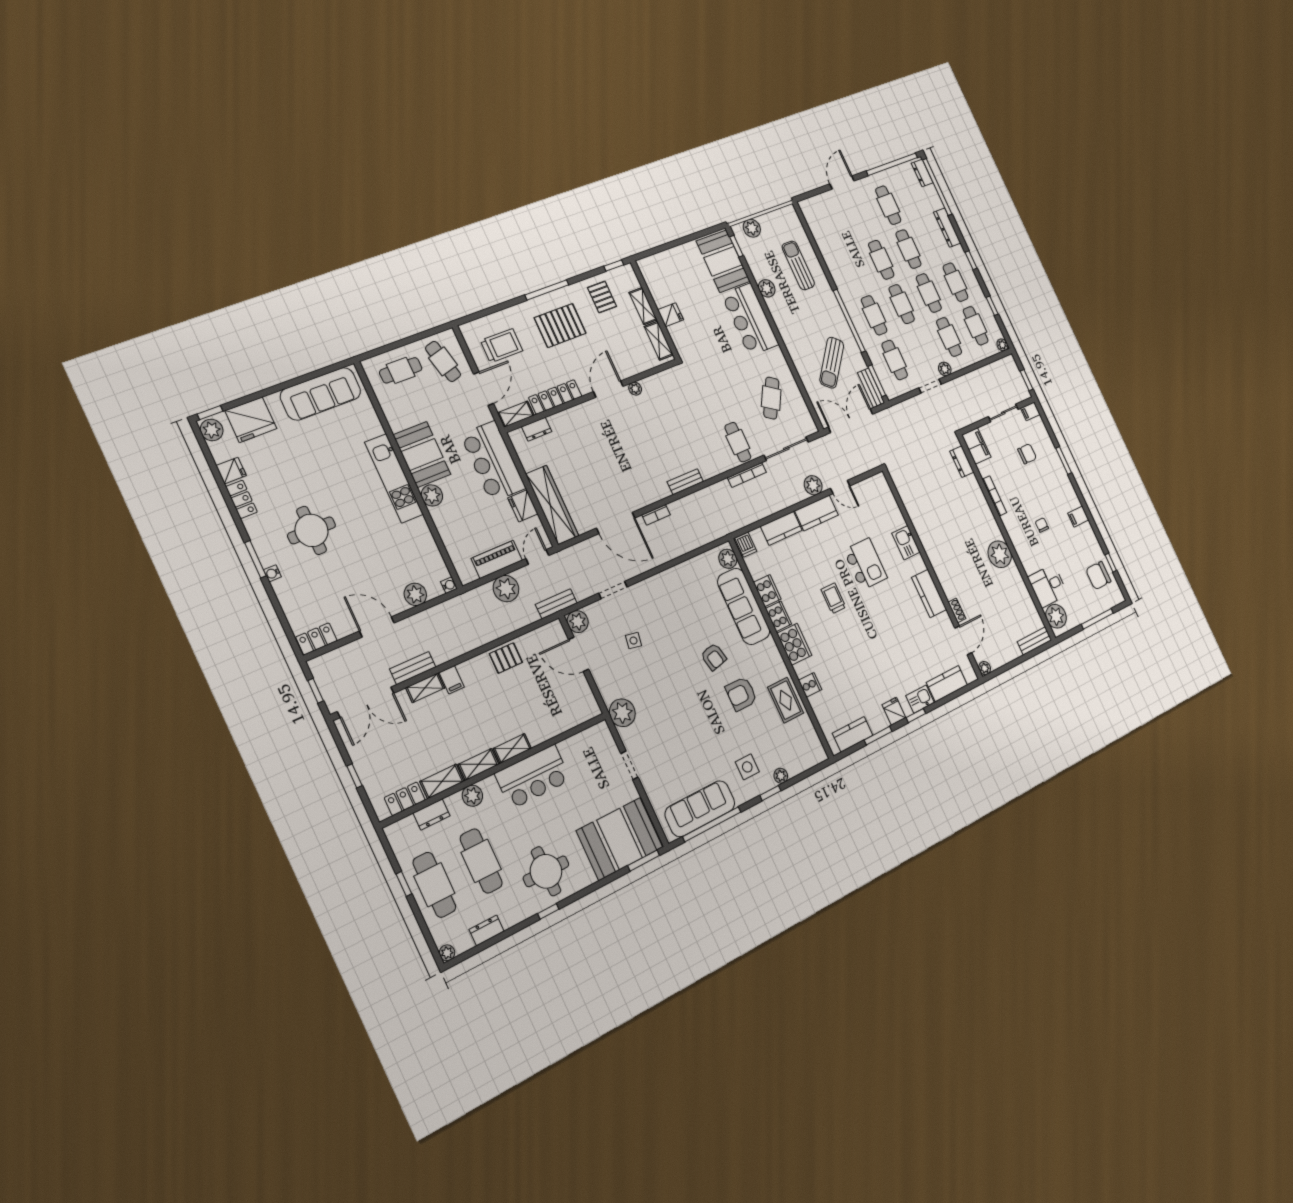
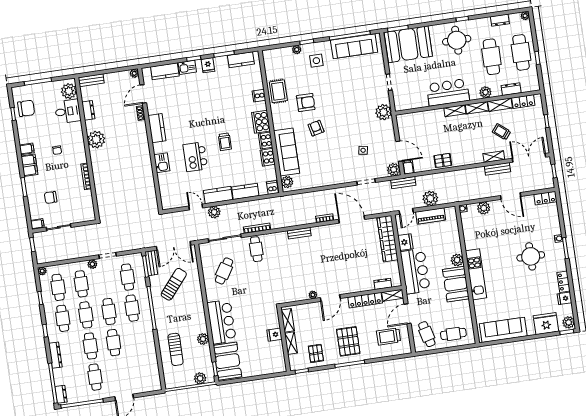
pallet: (560, 326) -> (348, 341), turned 90
filing cabinet: (976, 446) -> (29, 165), moved, turned 180
dresser: (962, 462) -> (88, 110), moved
filing cabinet: (452, 680) -> (408, 167), moved
trolley: (425, 735) -> (501, 132), added

